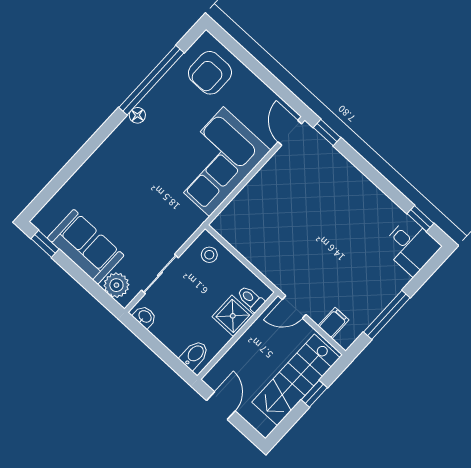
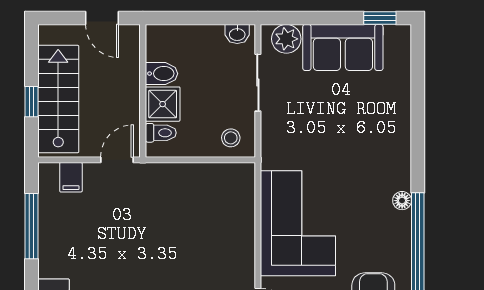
bidet: (194, 355) -> (162, 74), moved, turned -90

